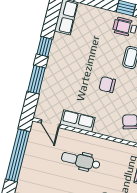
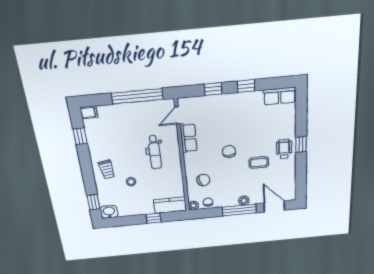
window: (36, 80) -> (213, 89), width x0.67
dental chair: (81, 161) -> (155, 152), turned 180

